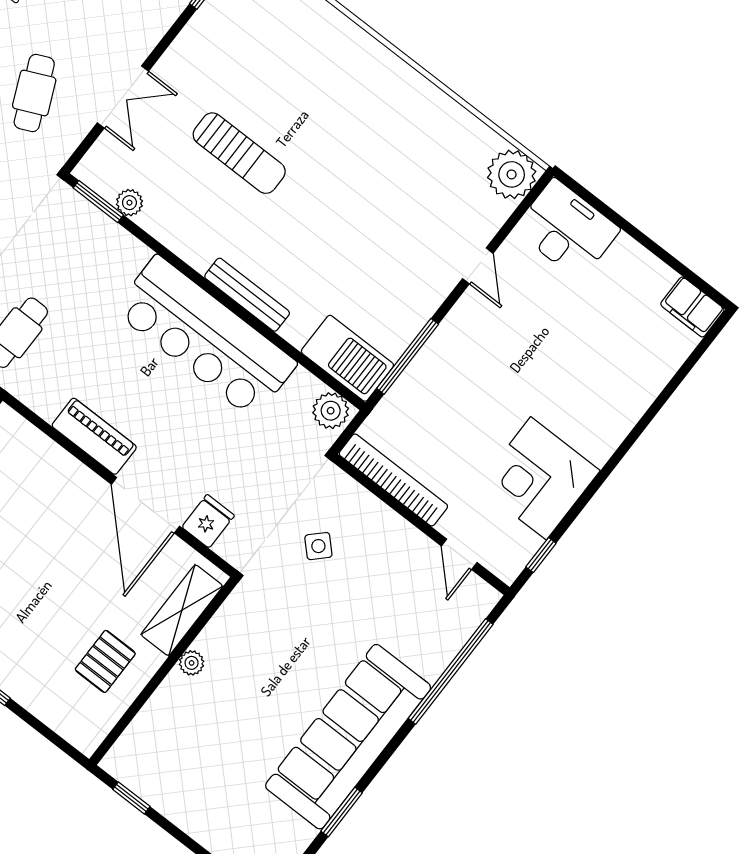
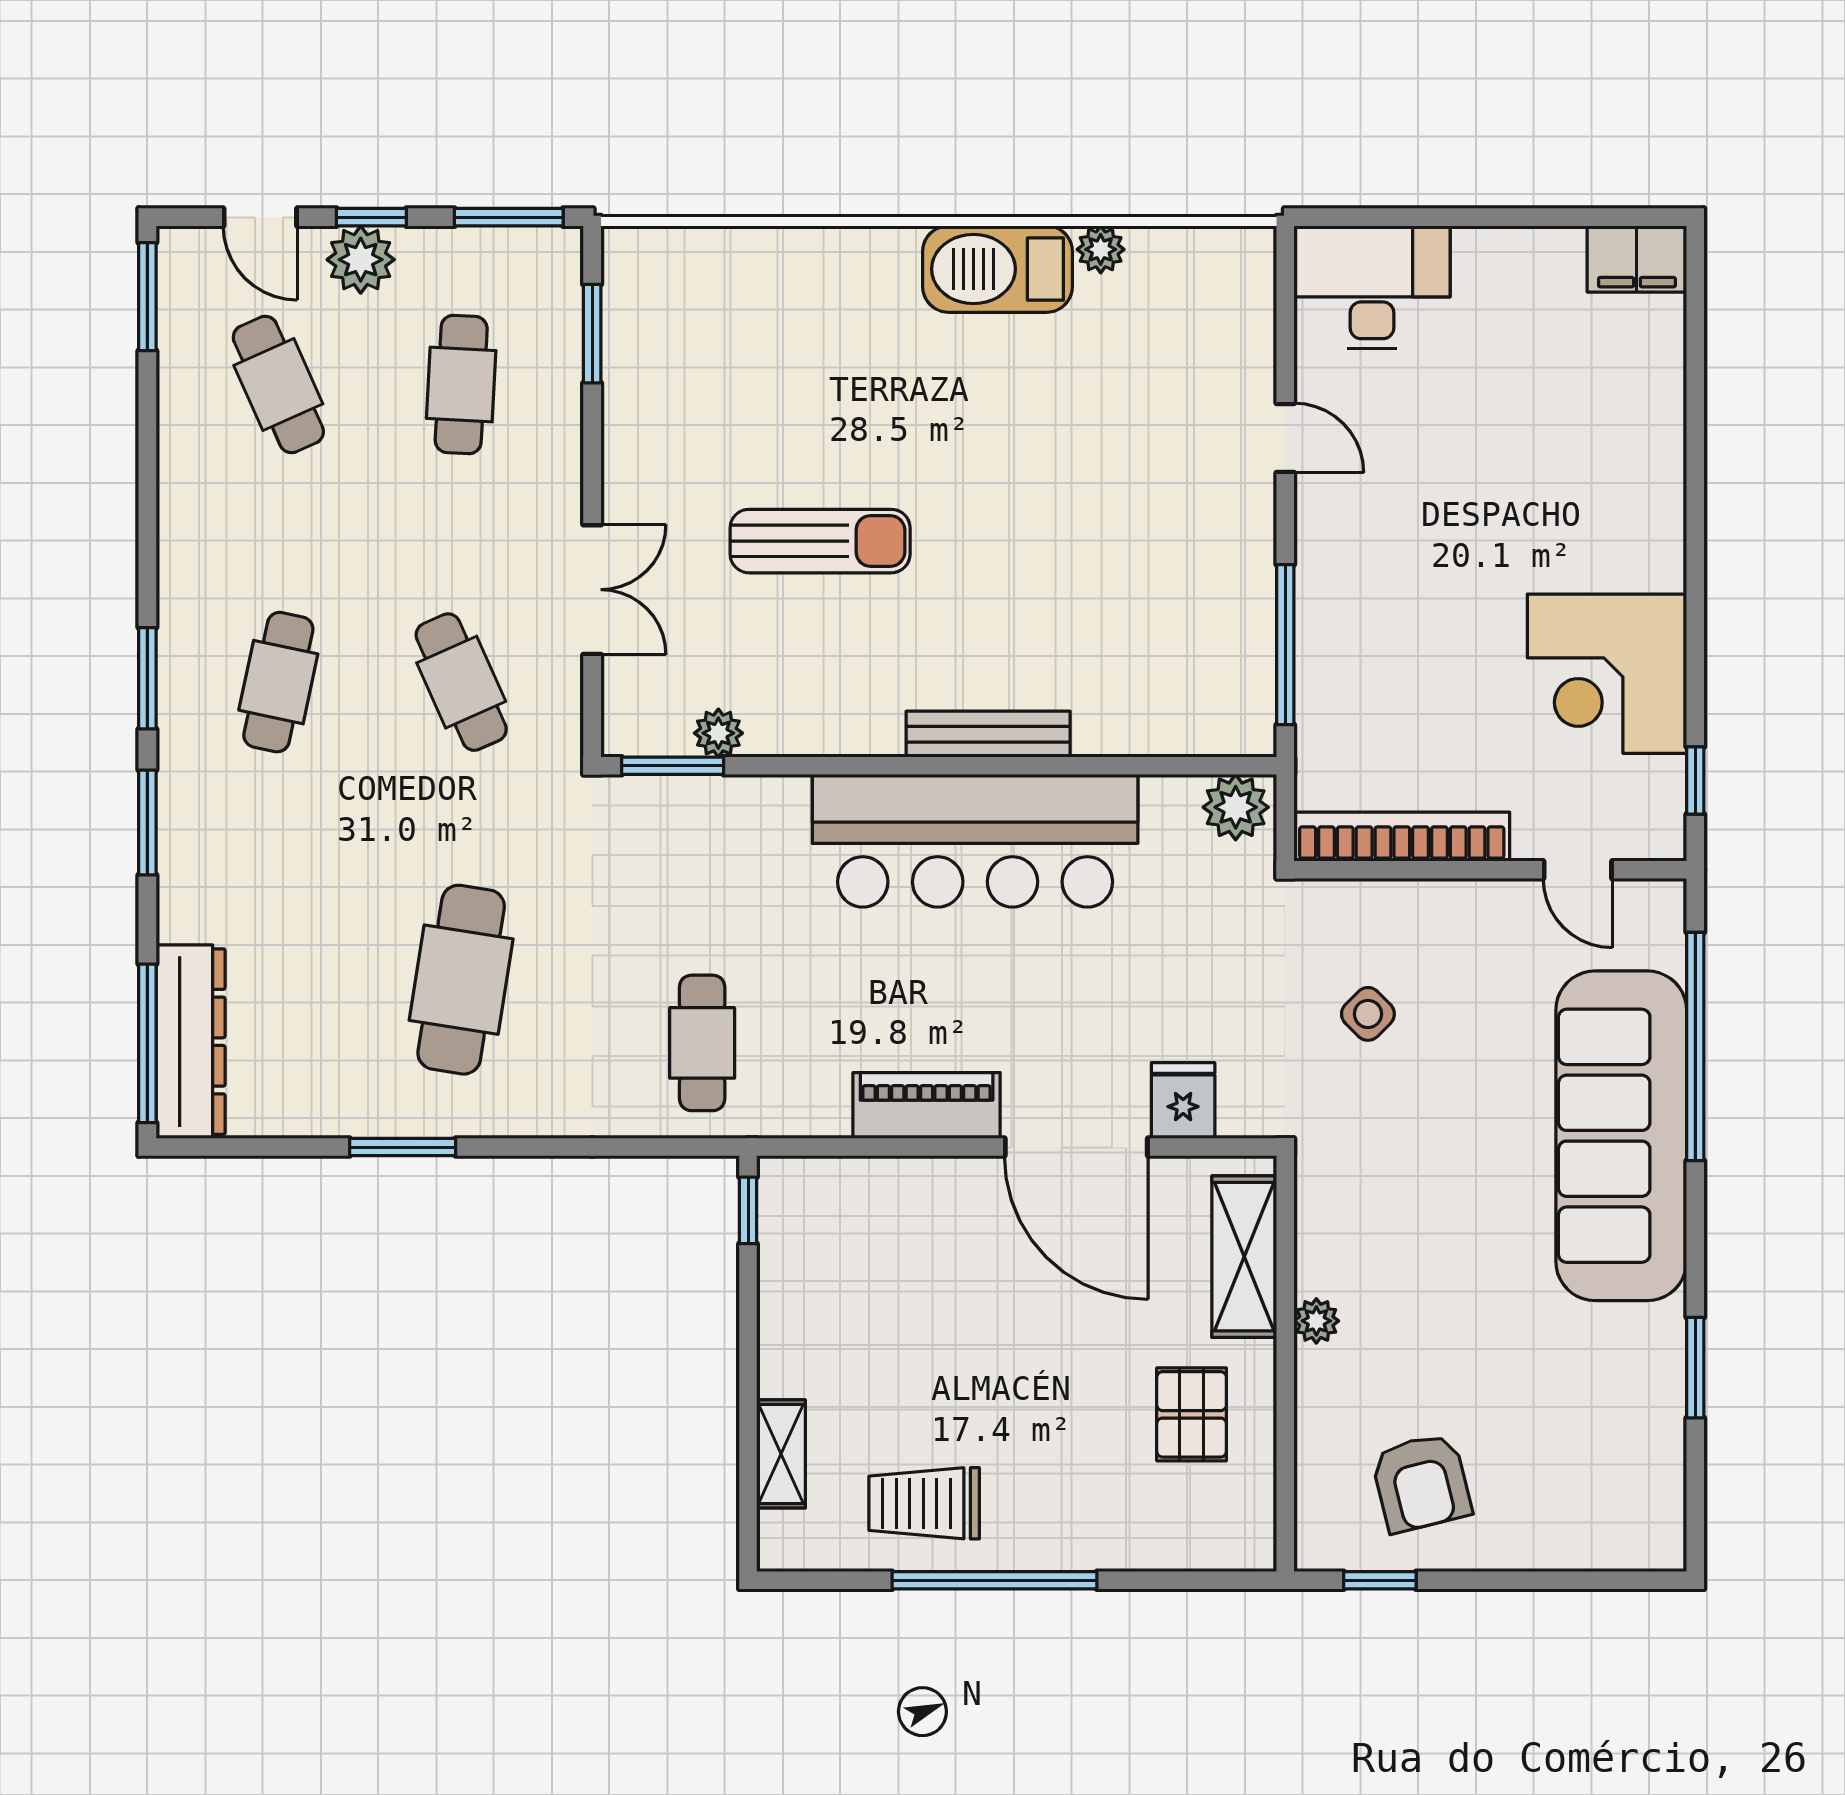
plant: (512, 174) -> (1101, 249), moved, width x0.53, depth x0.53
barbecue: (347, 358) -> (998, 269), moved, turned 180
sofa: (348, 737) -> (1621, 1136), moved
armchair: (183, 769) -> (1421, 1483), added

